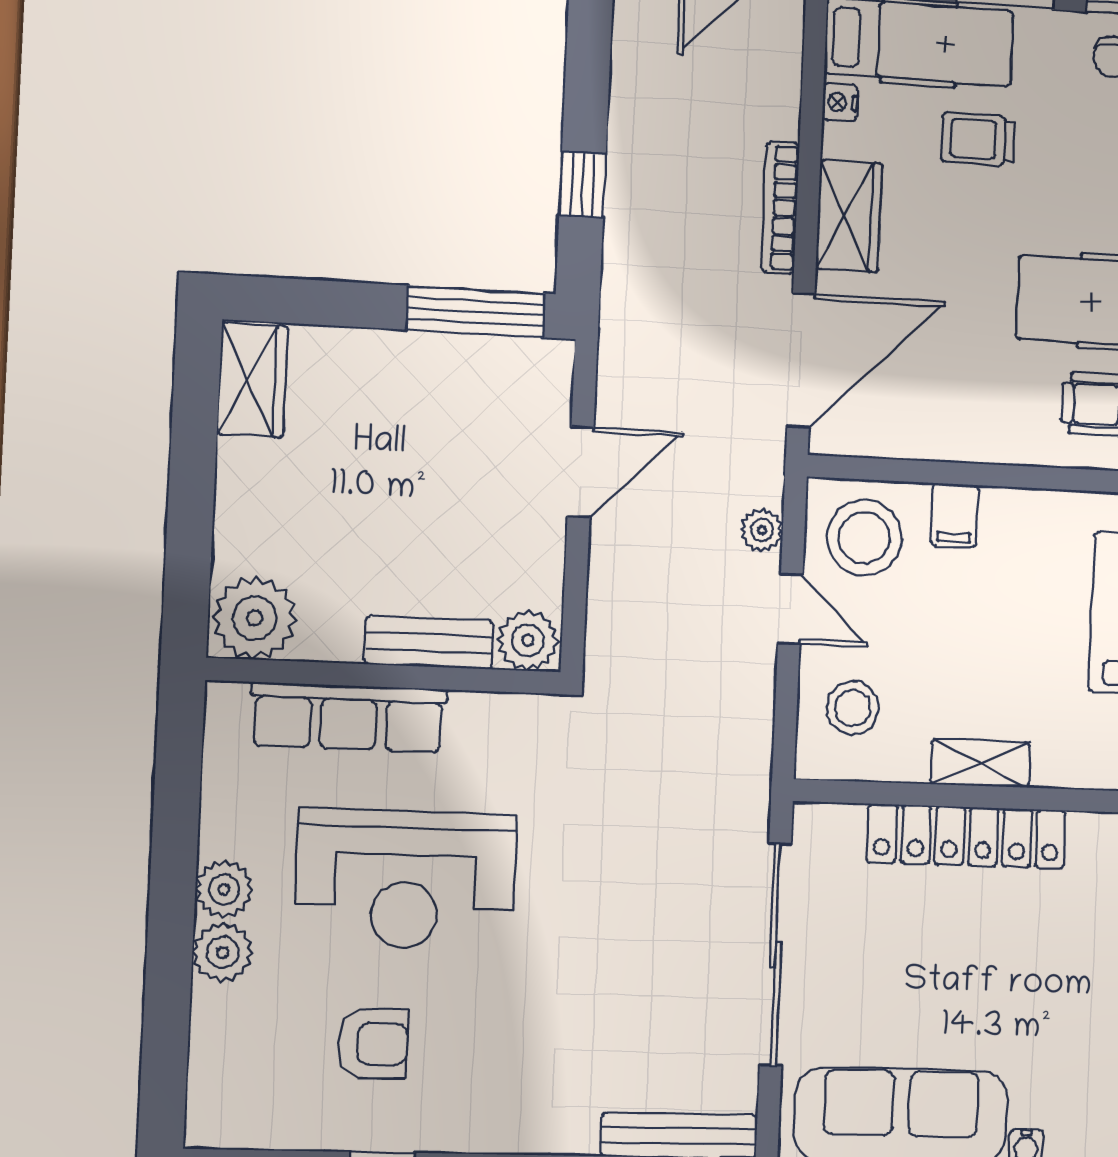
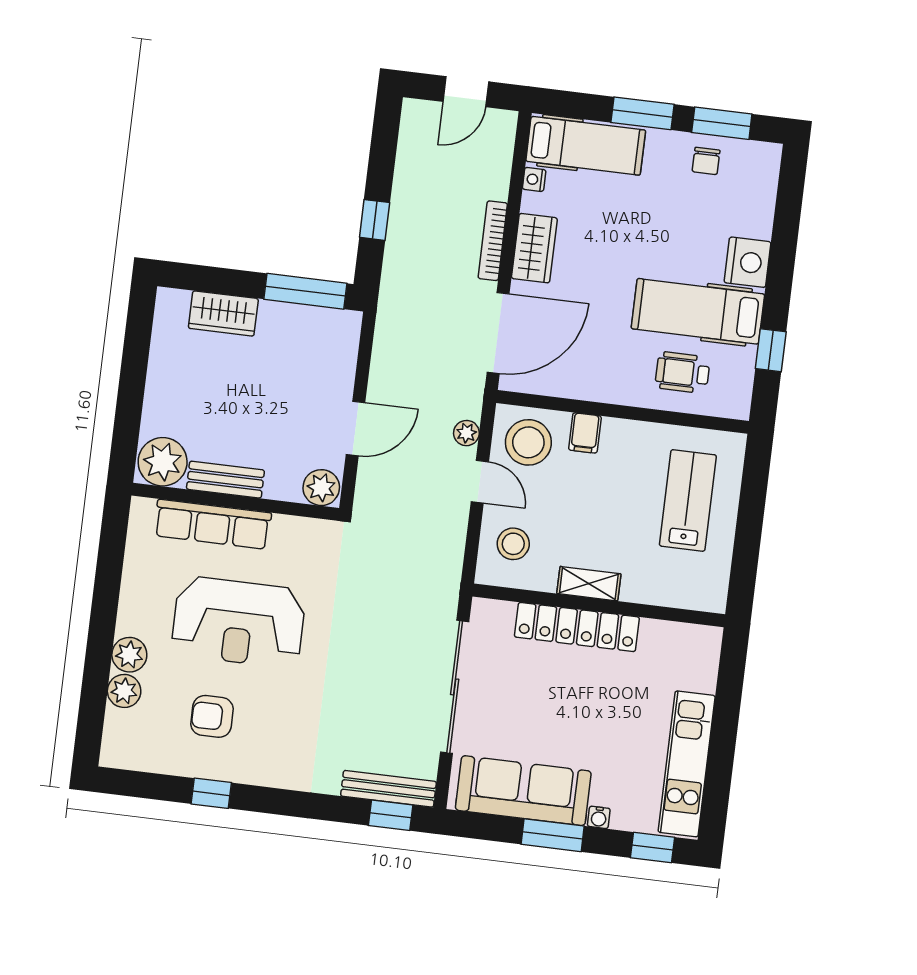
trolley: (978, 139) -> (618, 207), removed
wardrobe: (252, 380) -> (223, 313), moved, turned 90
door: (581, 472) -> (356, 428), moved
bench: (429, 642) -> (225, 480), moved
plant: (224, 889) -> (124, 691), moved
armchair: (373, 1044) -> (212, 716), turned 180

